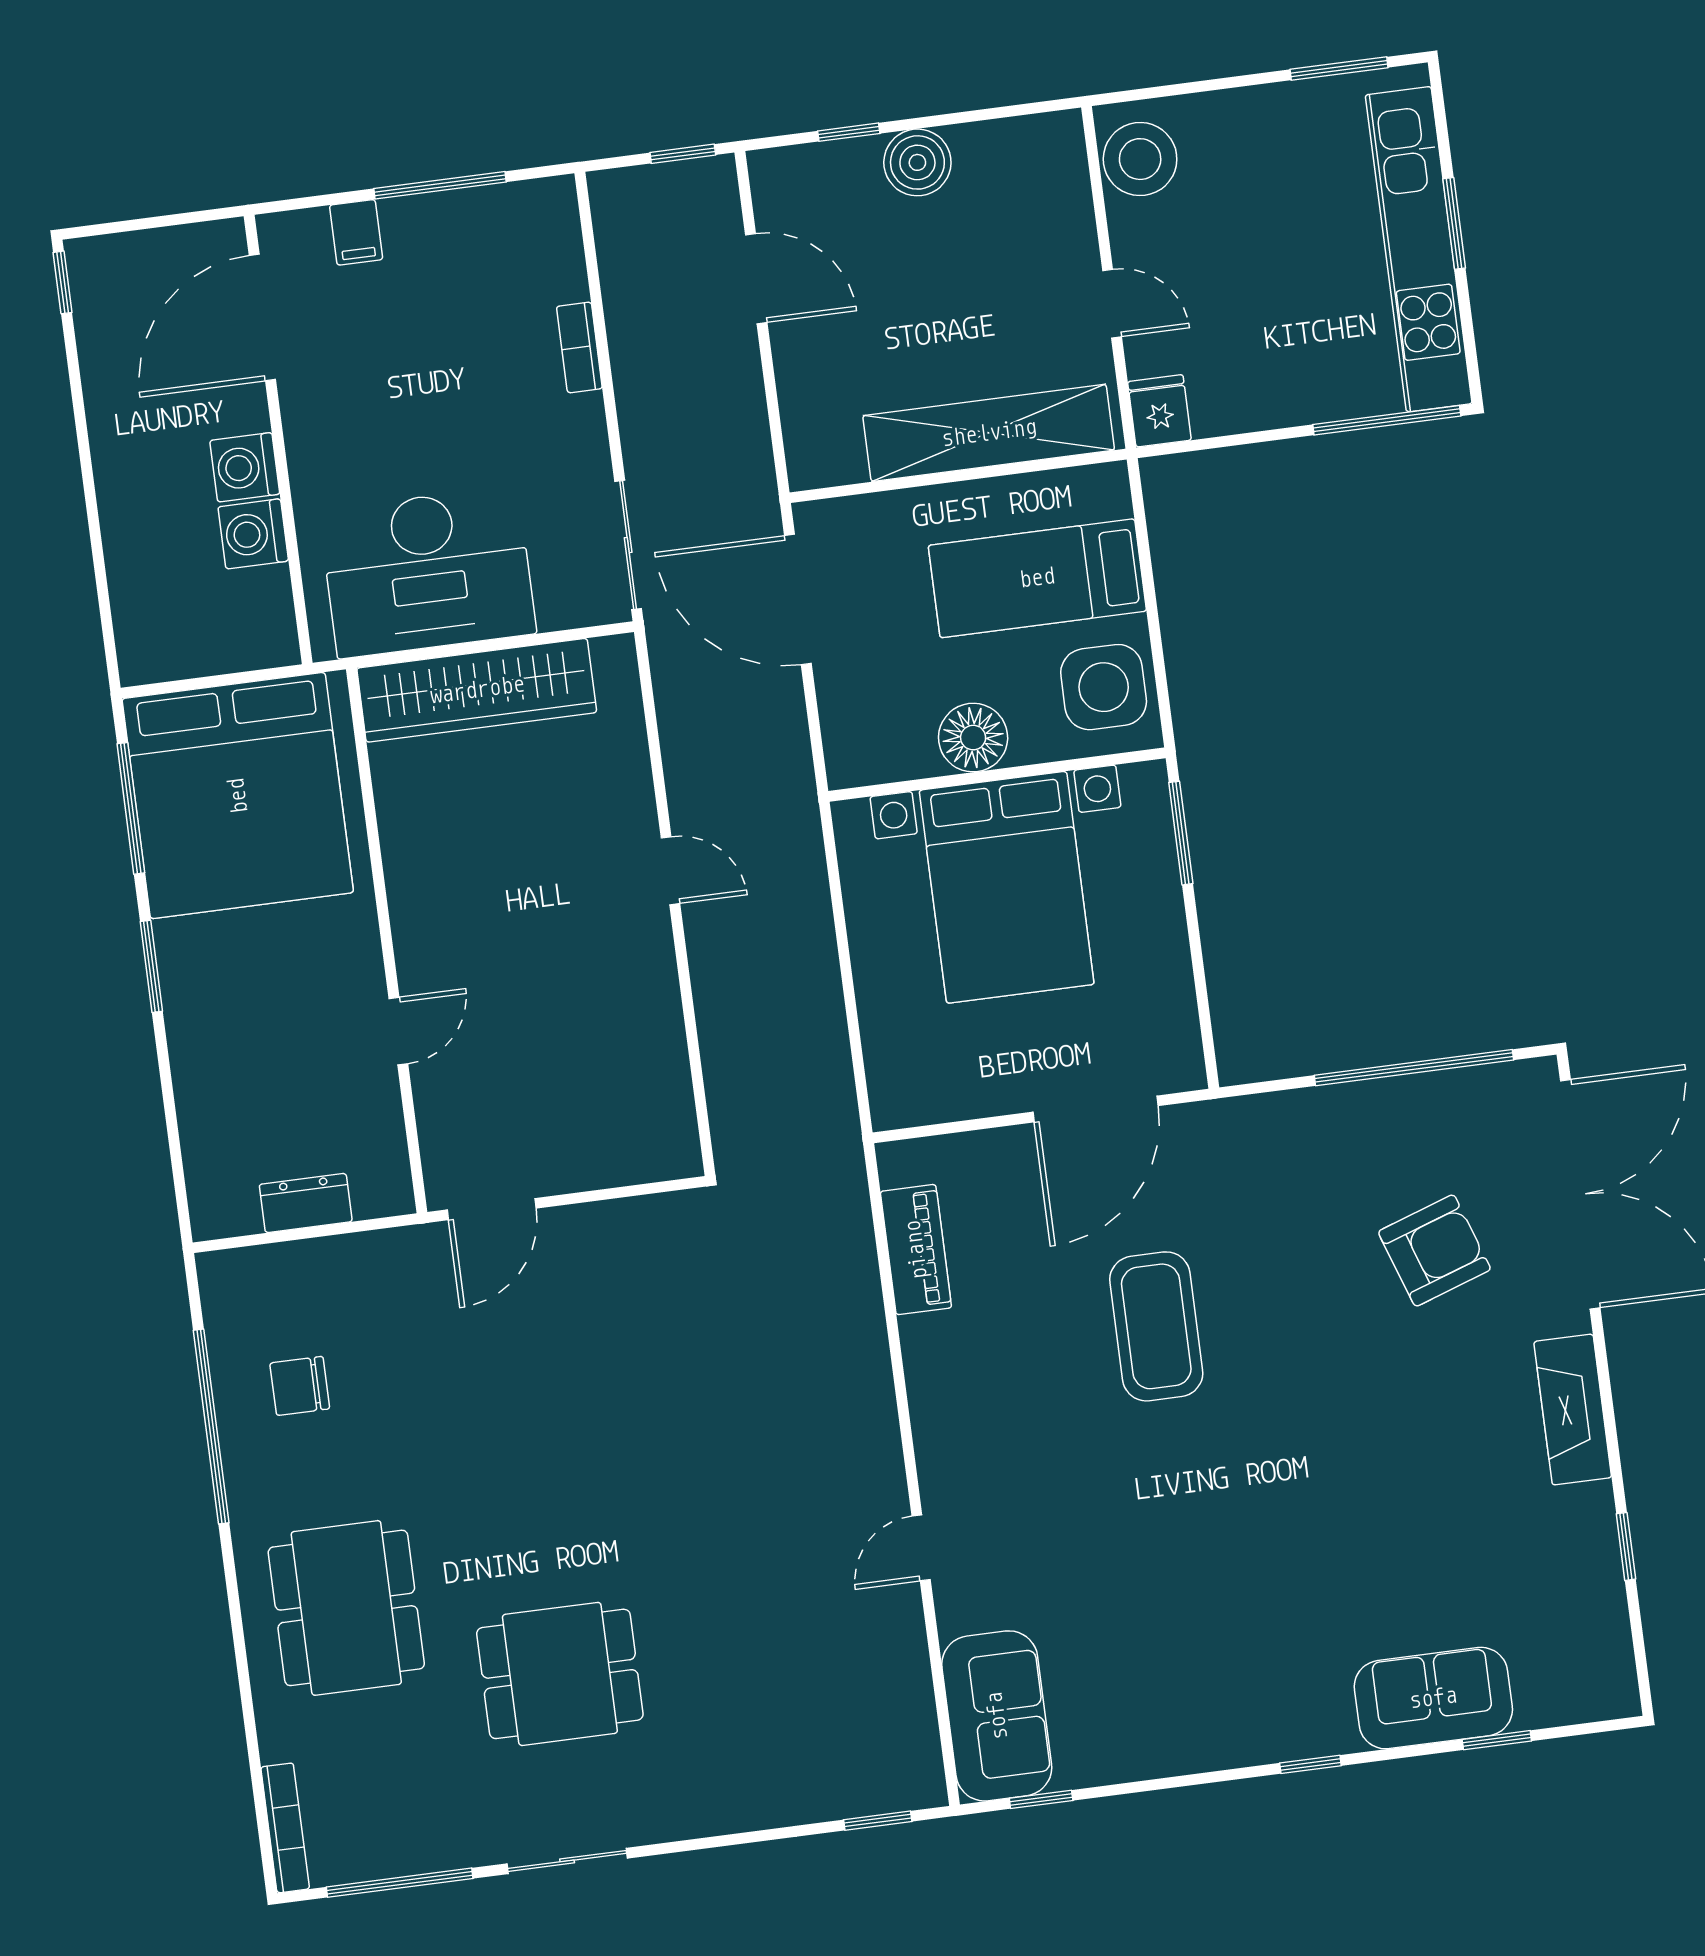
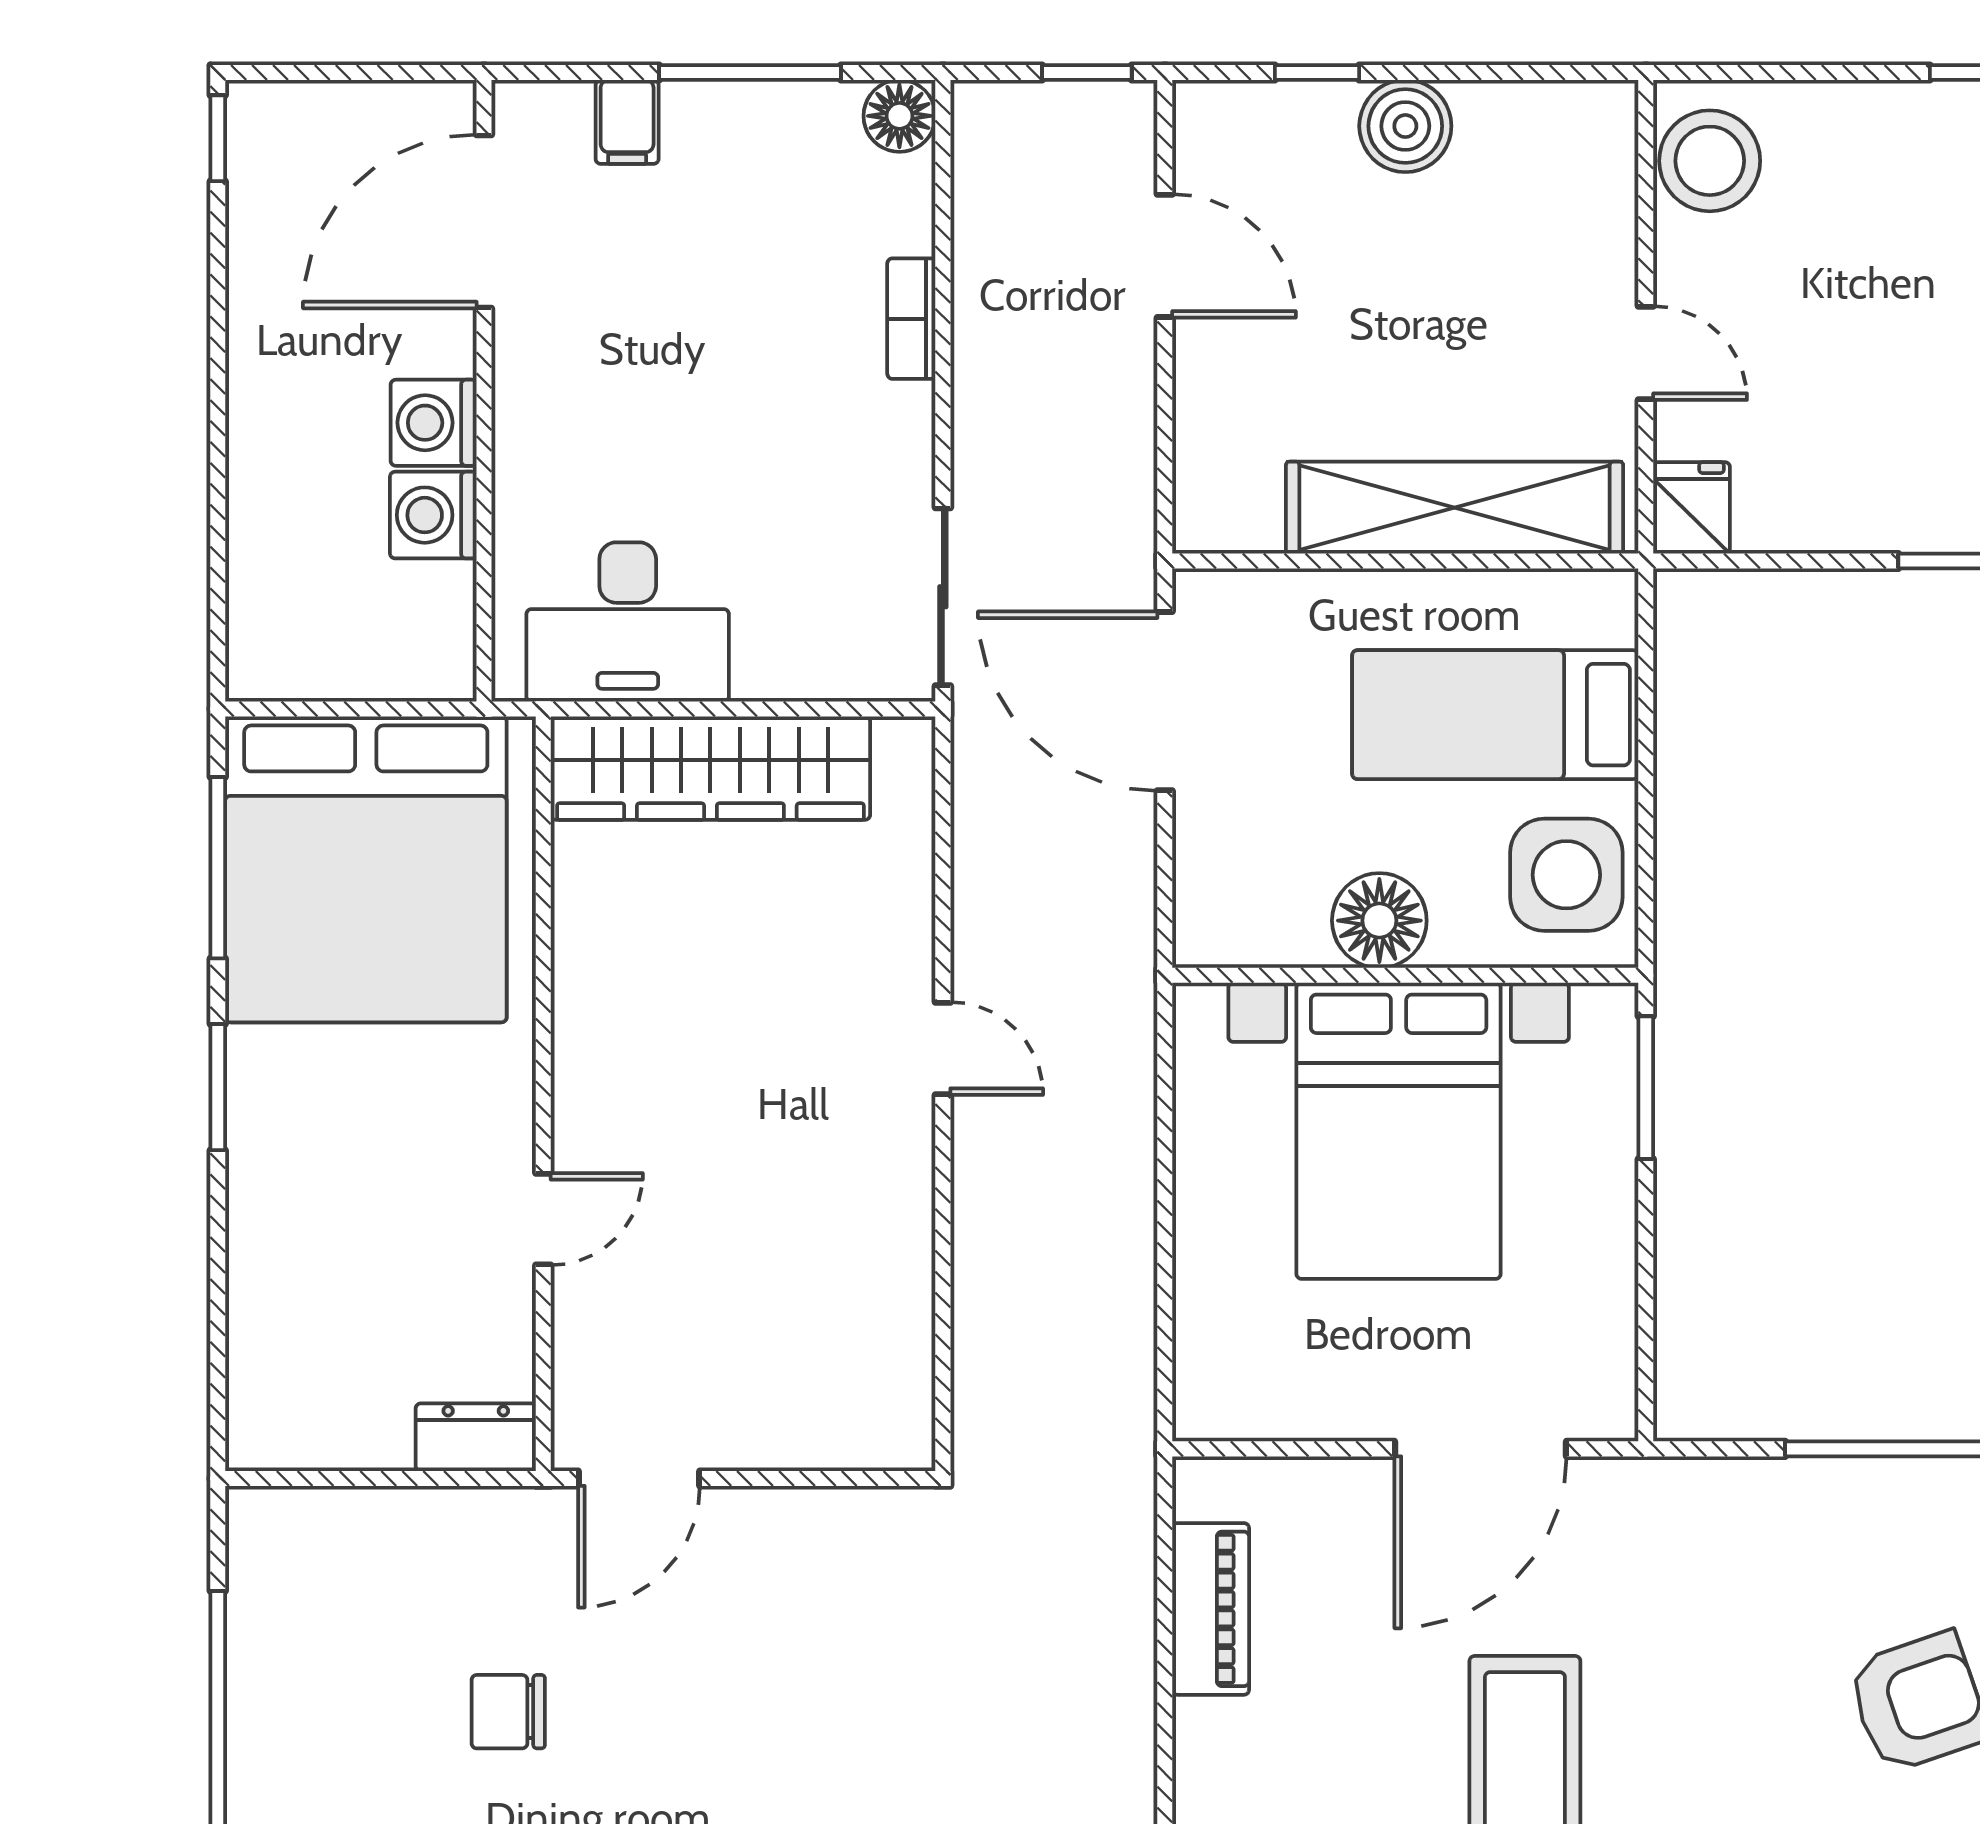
floor lamp: (552, 203) -> (899, 116), added
desk: (428, 572) -> (628, 622), width x0.73, depth x0.77
dresser: (306, 1203) -> (476, 1437), moved
chair: (300, 1386) -> (508, 1712), moved

